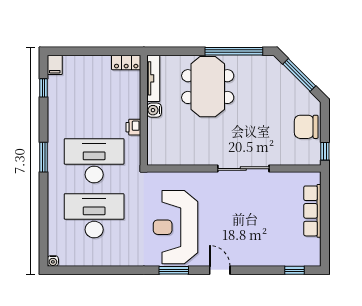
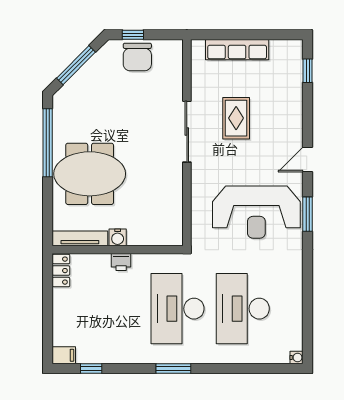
printer: (133, 127) -> (121, 262), moved
window: (325, 151) -> (133, 35), moved
rug: (255, 210) -> (236, 118), added

